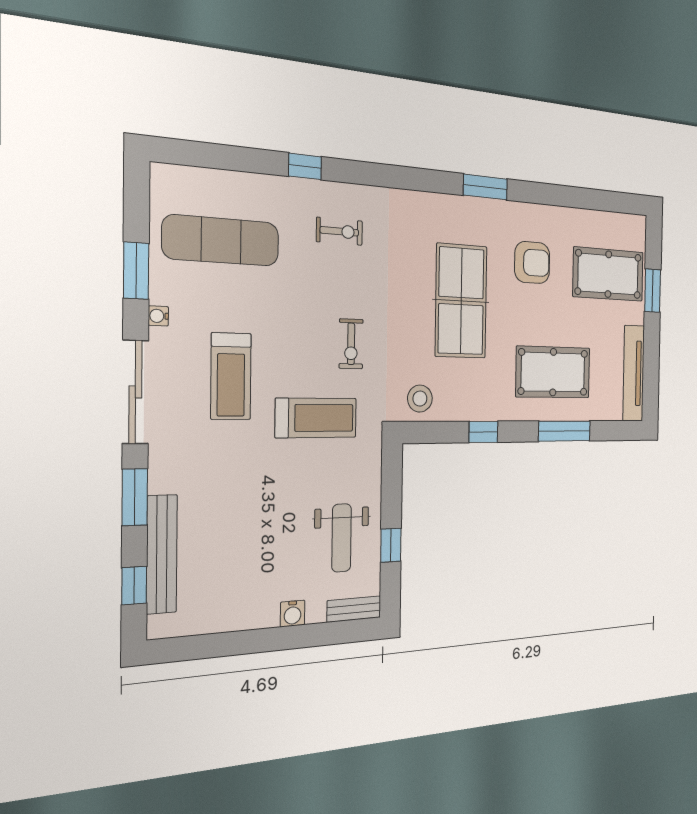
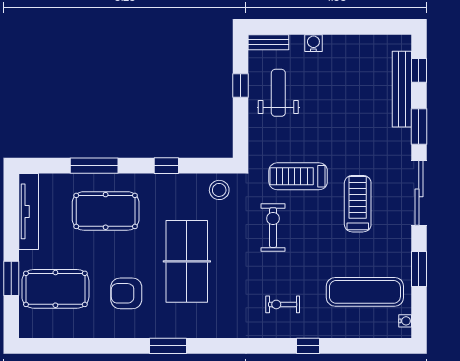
water cooler: (158, 316) -> (405, 321), moved
exercise bike: (351, 344) -> (273, 228), width x1.38, depth x1.39

